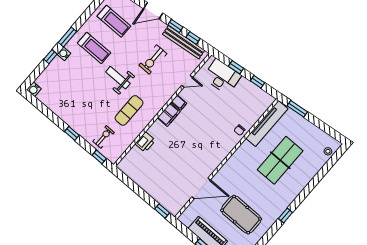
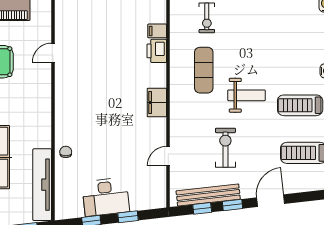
desk: (222, 77) -> (106, 197), moved
filing cabinet: (179, 103) -> (157, 31), moved
door: (201, 188) -> (53, 53), width x0.53

